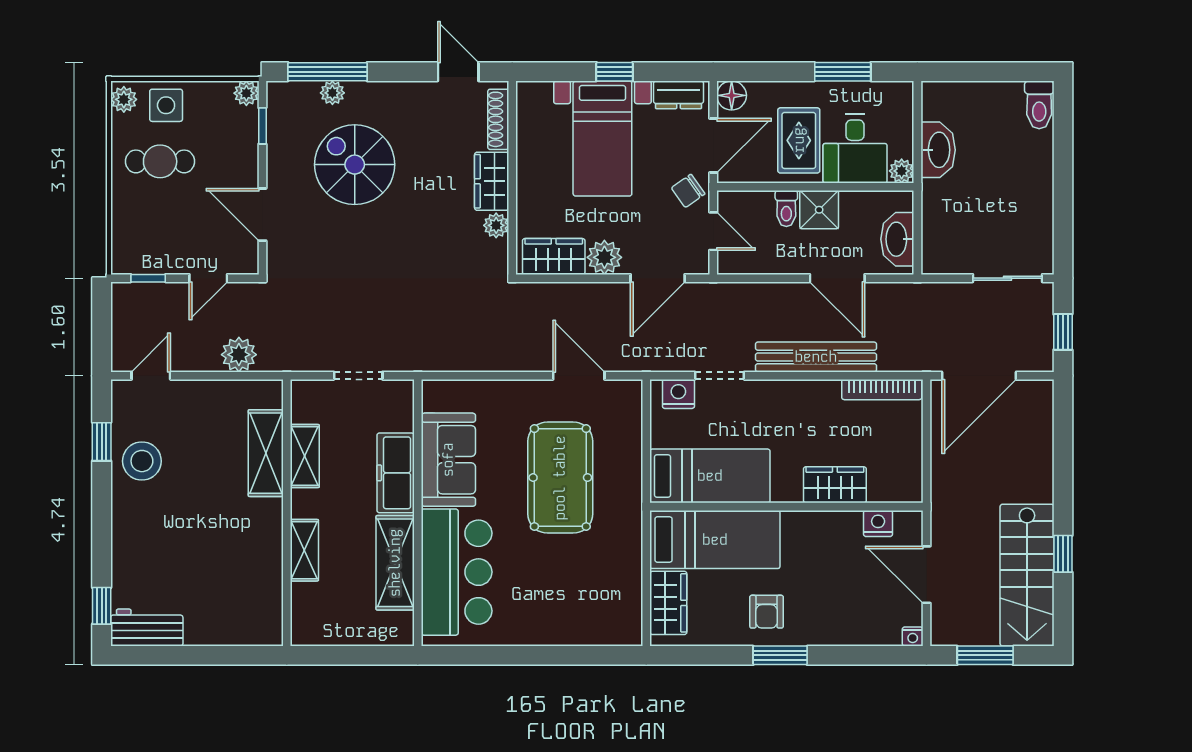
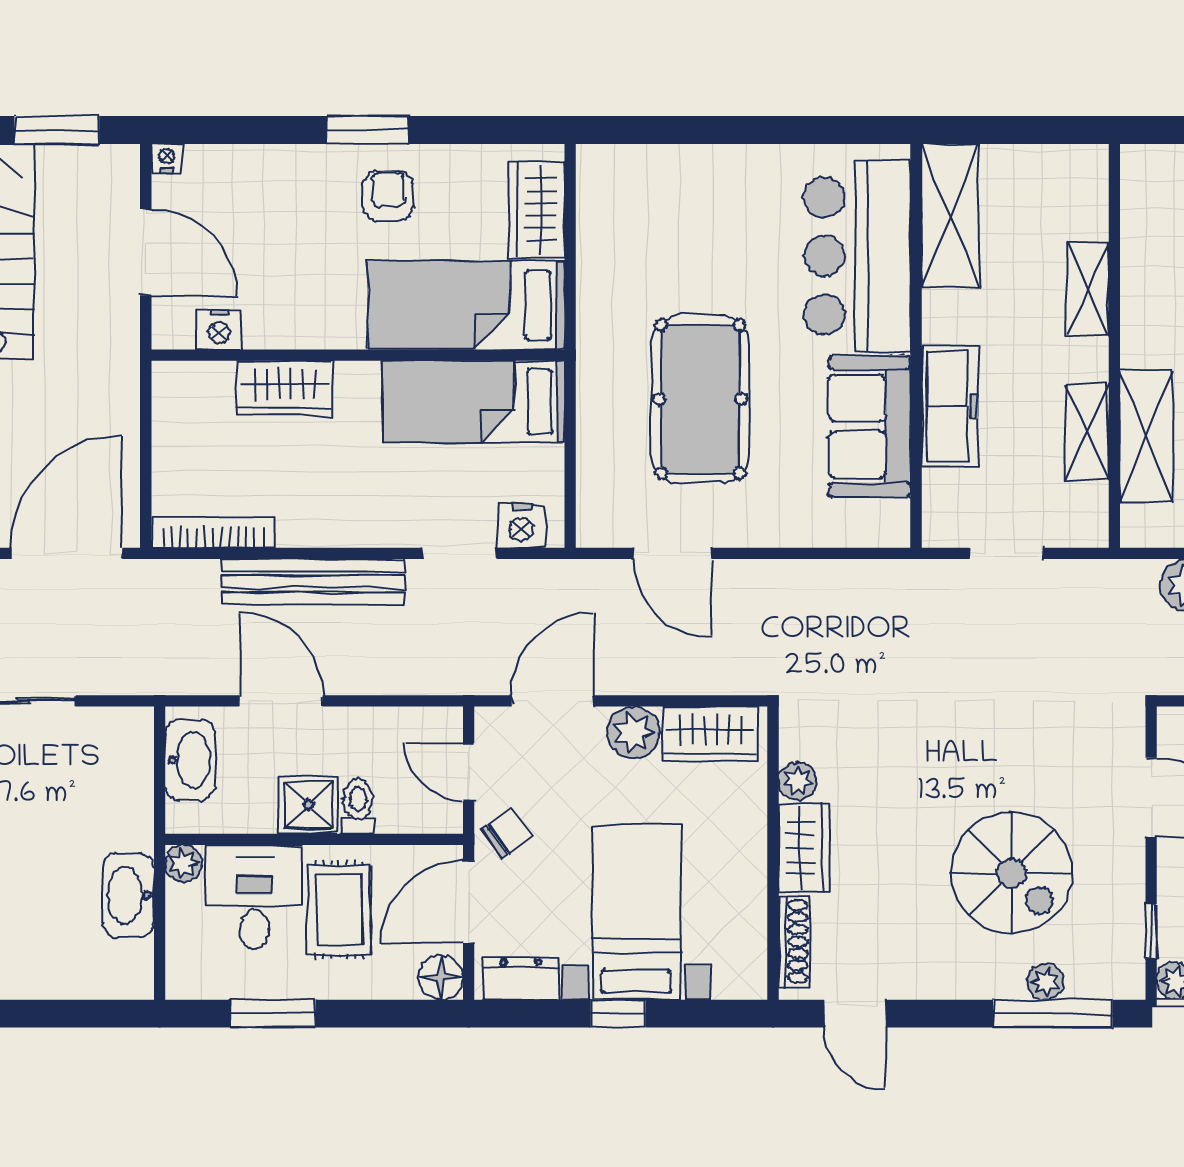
shelving: (395, 563) -> (950, 216), moved

